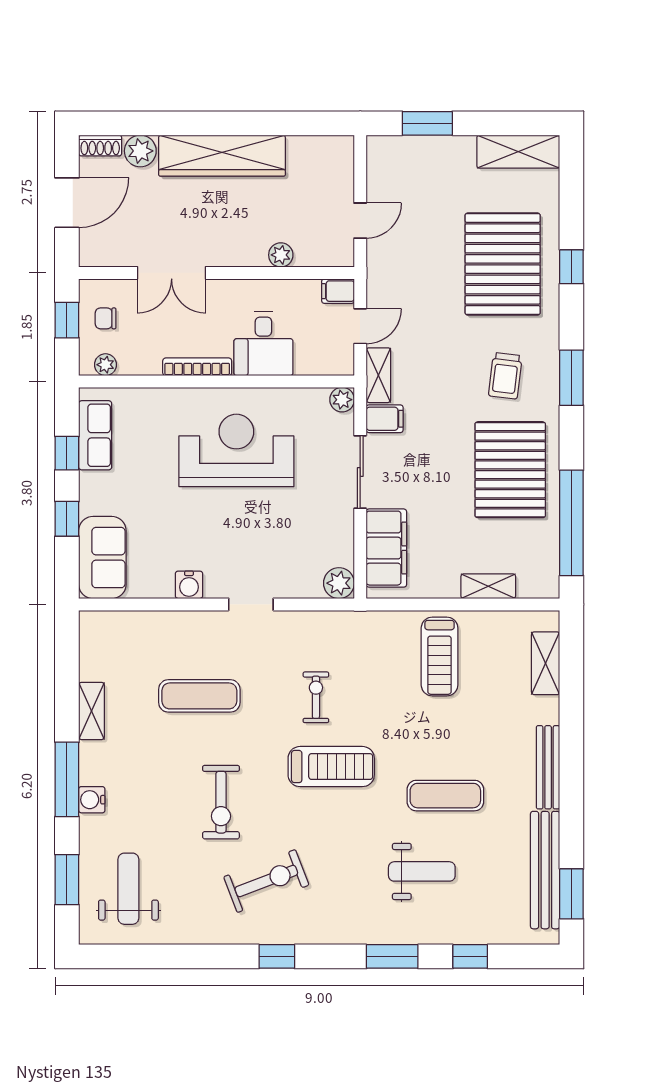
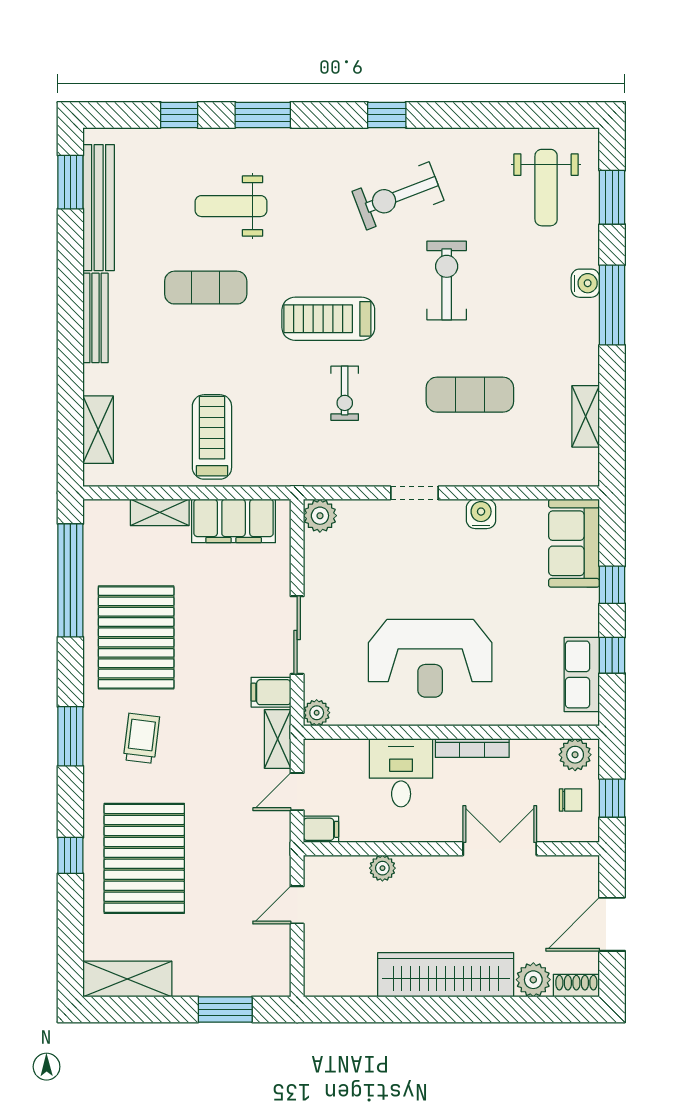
plant: (105, 365) -> (575, 755), width x1.38, depth x1.38
filing cabinet: (386, 548) -> (234, 521), moved, turned -90
shelving: (92, 711) -> (586, 416), moved

